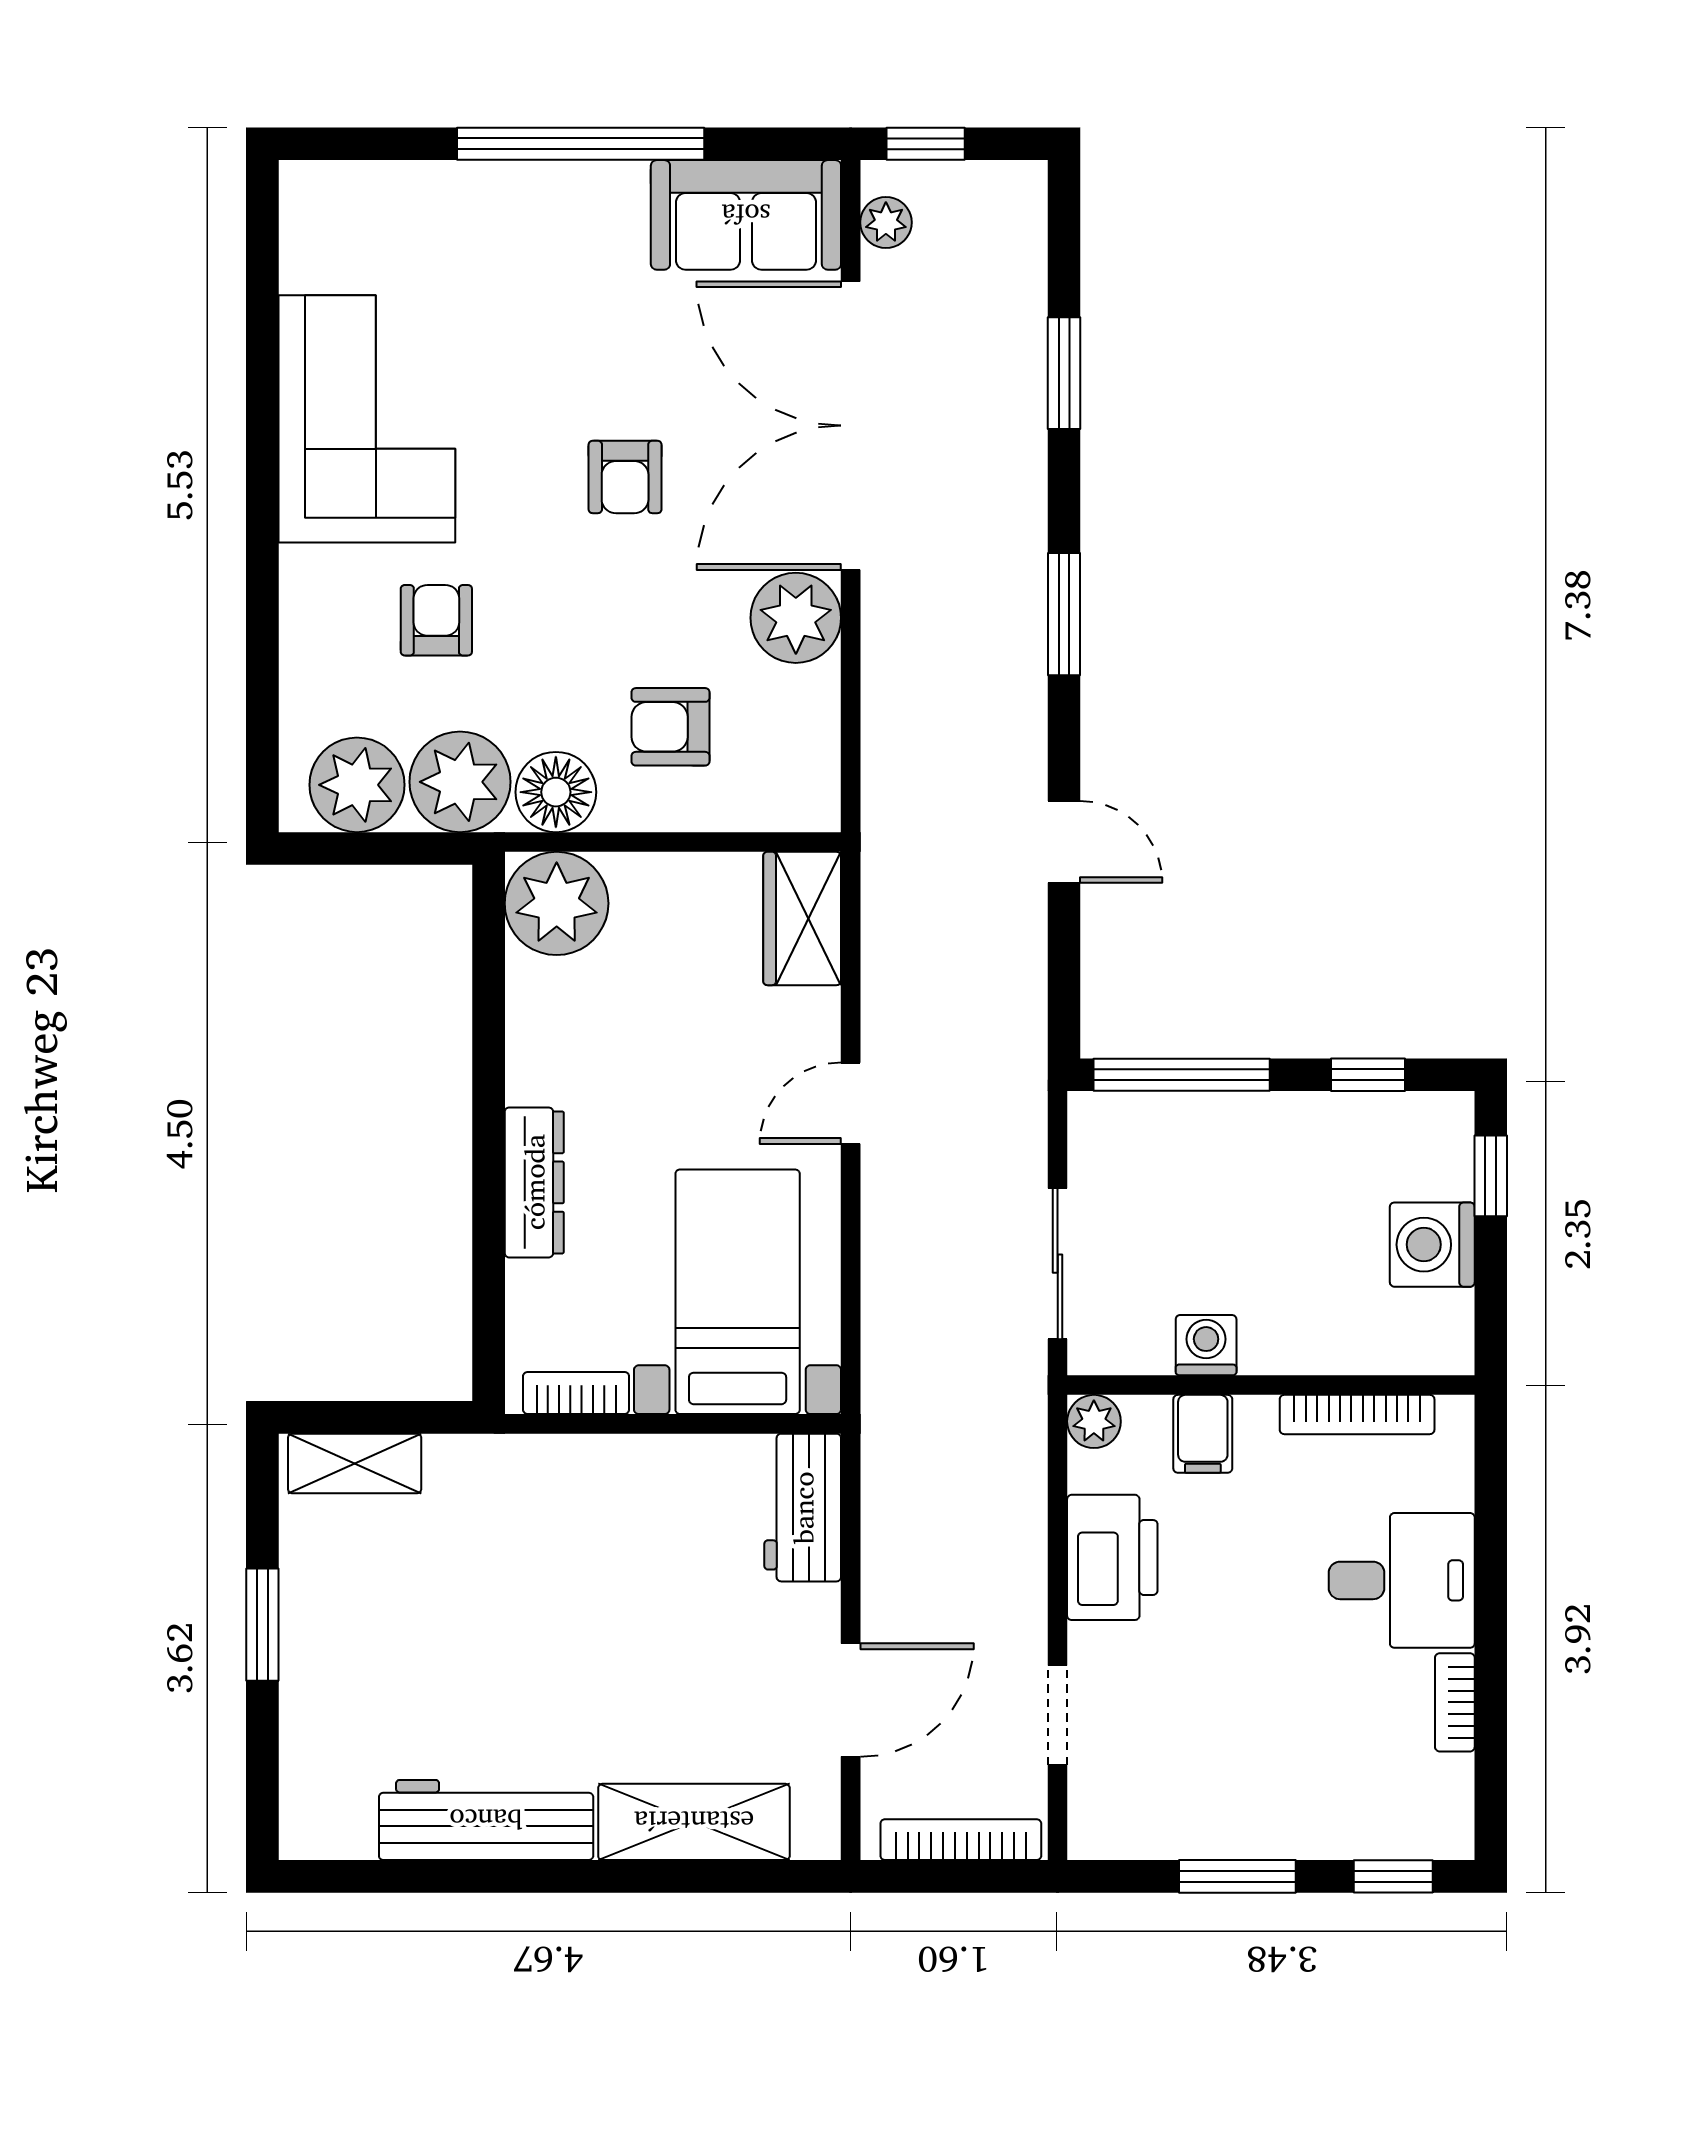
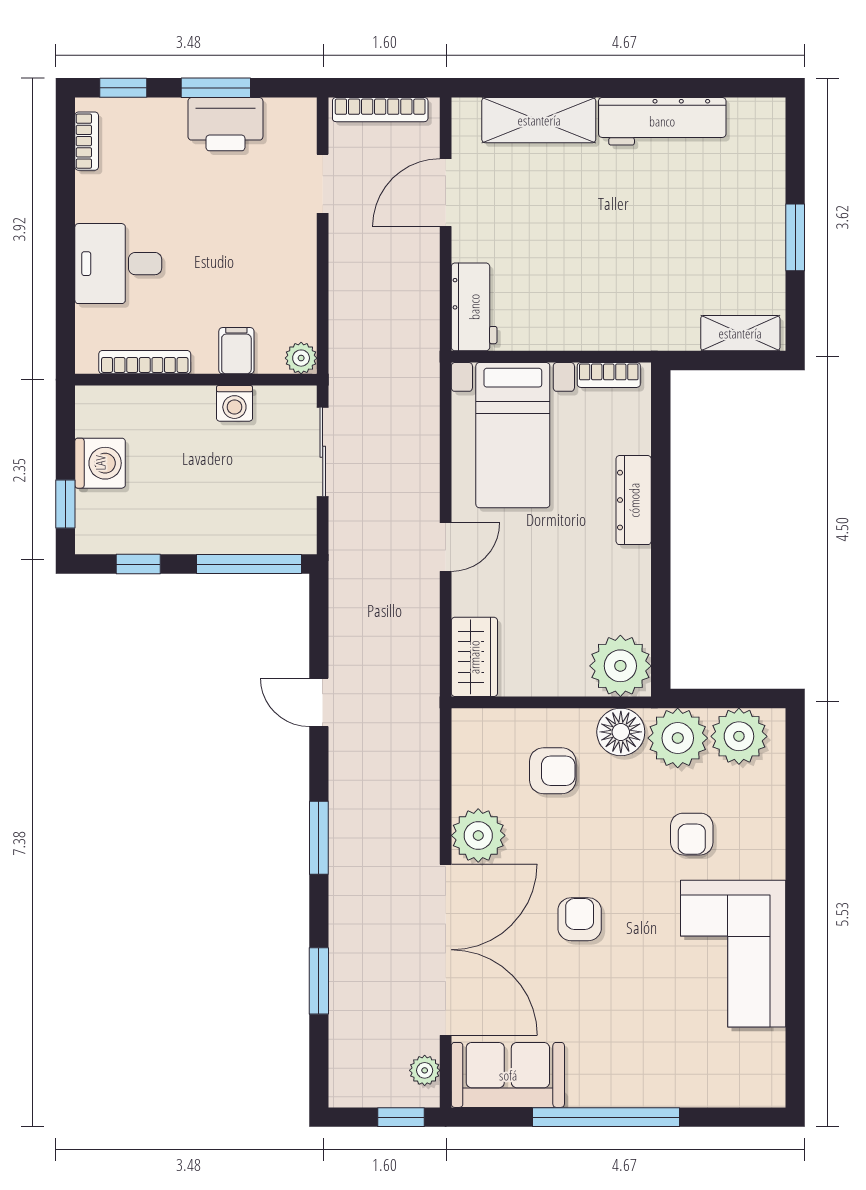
printer: (1112, 1557) -> (225, 124), moved, turned -90
bookcase: (1455, 1702) -> (87, 141), moved

